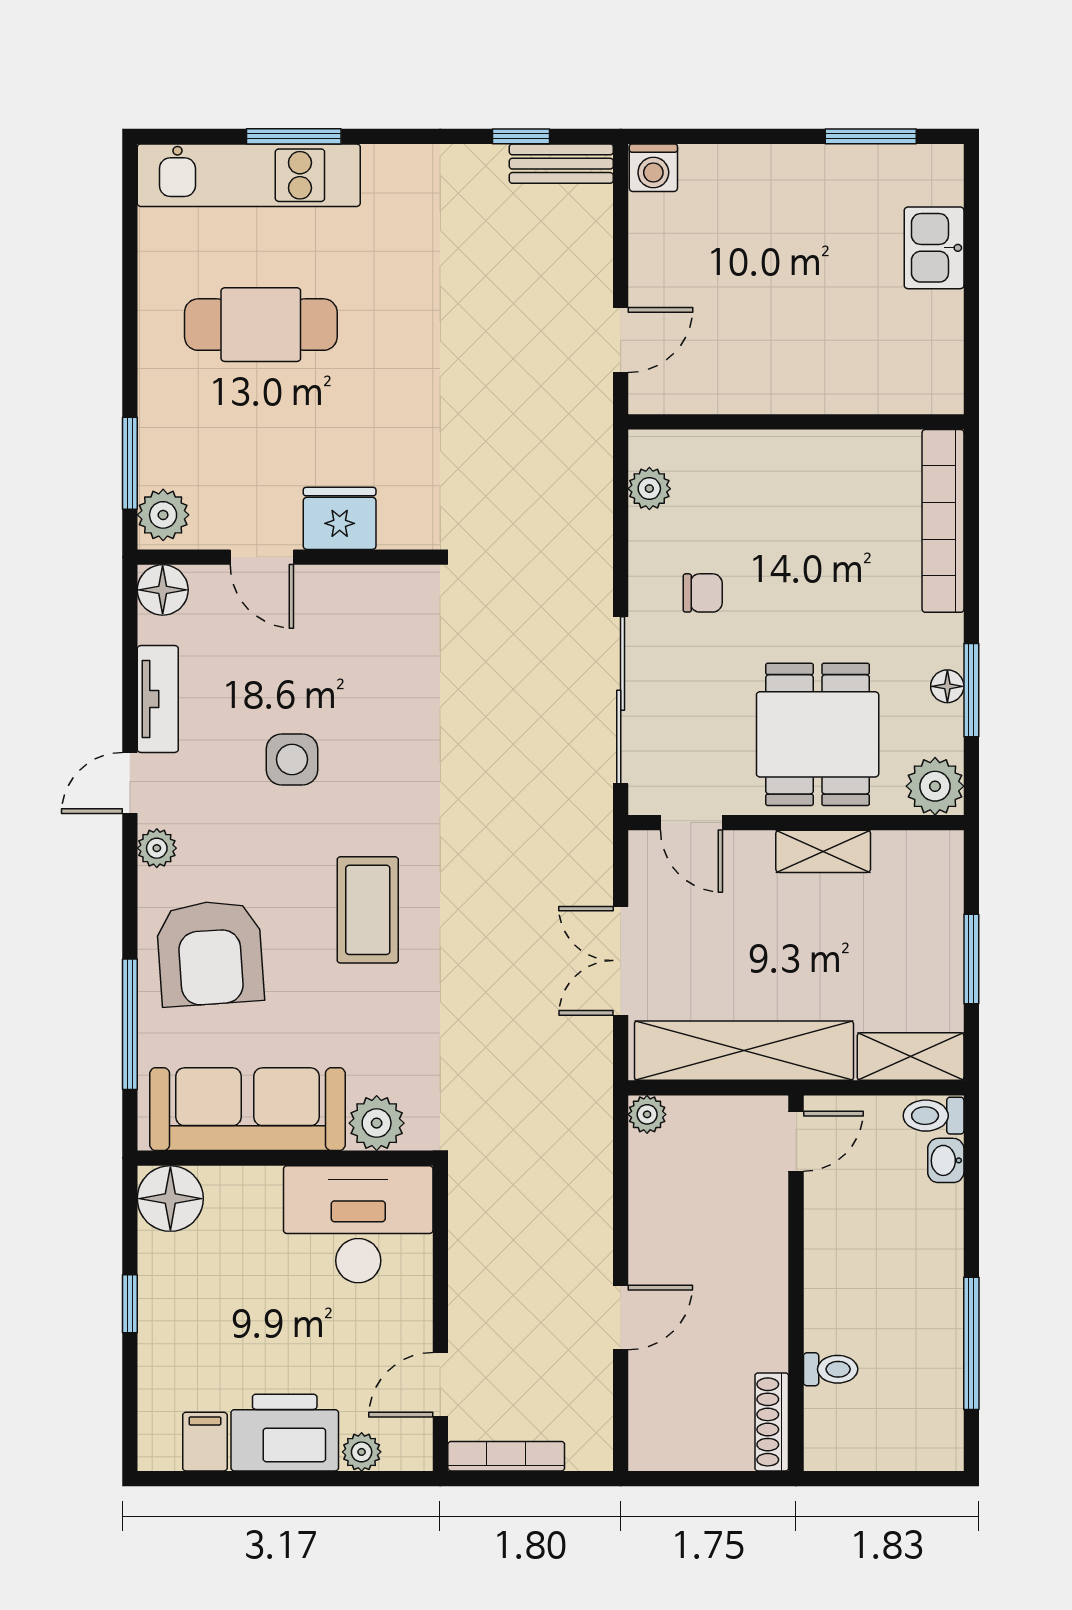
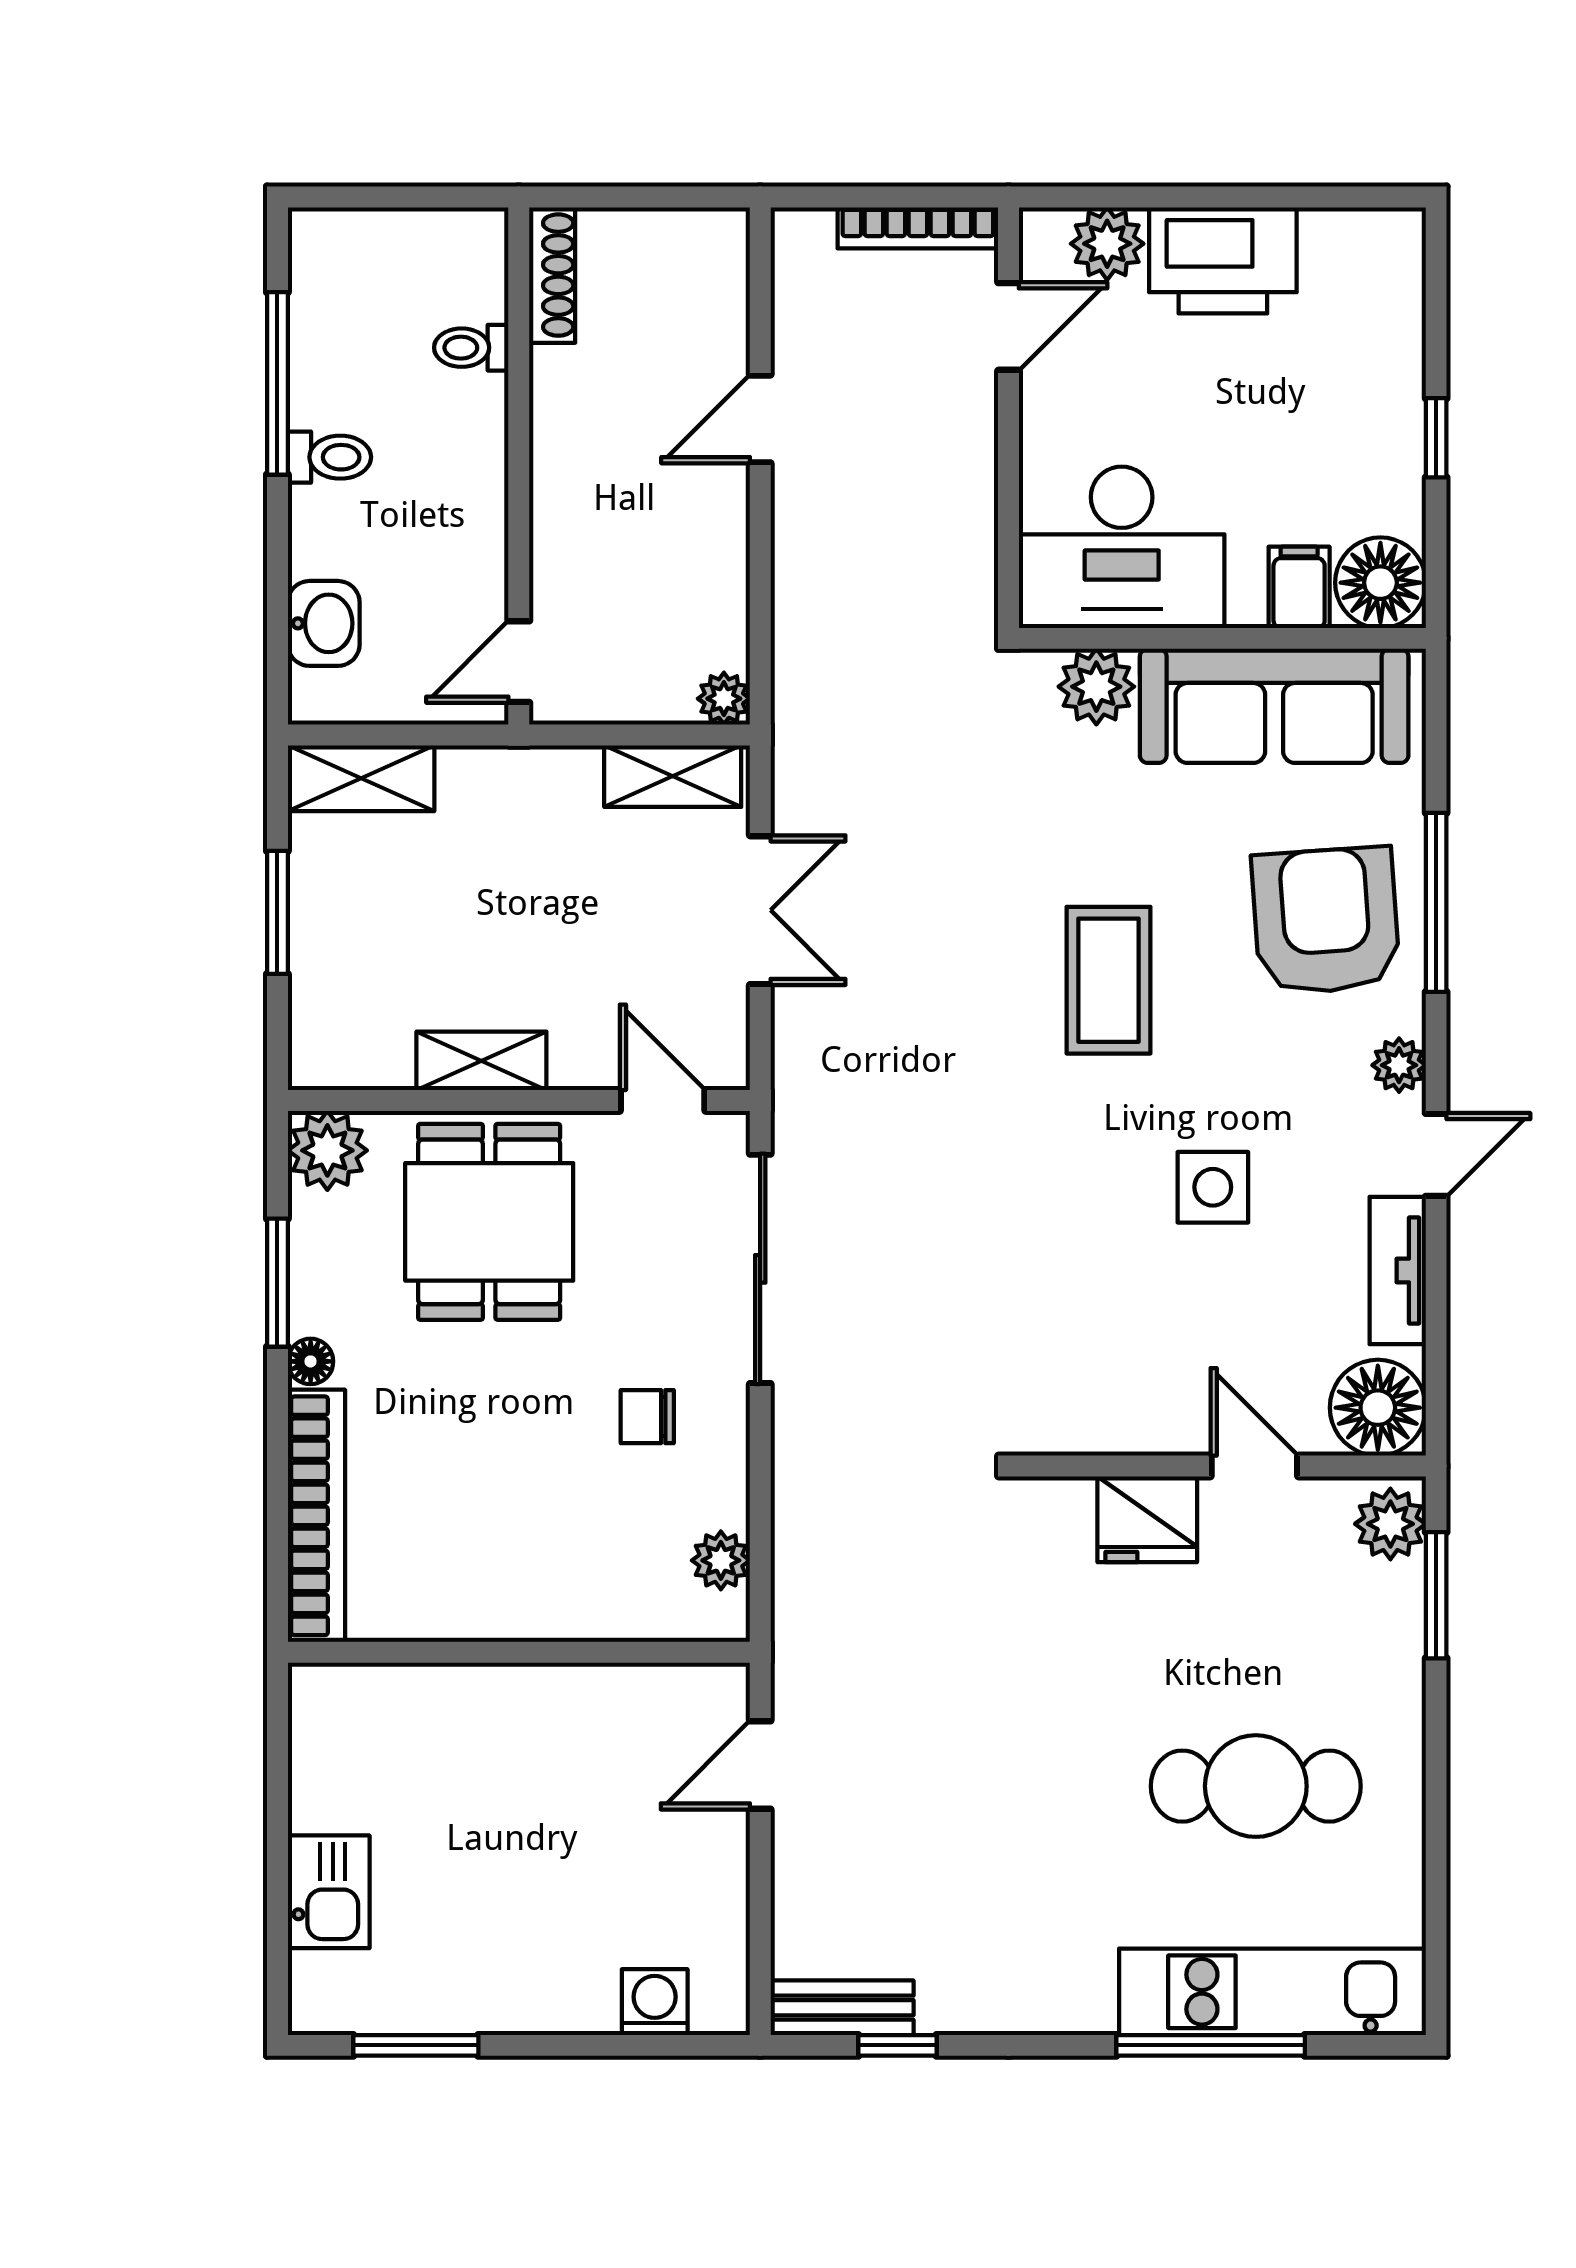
window: (294, 136) -> (1211, 2045), width x1.44
washing machine: (653, 168) -> (655, 2002), moved
floor lamp: (163, 590) -> (1378, 1408), width x1.38, depth x1.38
floor lamp: (947, 686) -> (311, 1361), moved
window: (130, 1024) -> (1436, 902), moved
shelving: (744, 1051) -> (673, 776), width x0.45, depth x0.75
toilet: (934, 1116) -> (329, 457), moved
washbasin: (946, 1160) -> (324, 623), width x1.38, depth x1.45
filing cabinet: (205, 1442) -> (1299, 587), moved, turned 180
plant: (362, 1452) -> (1107, 244), width x1.38, depth x1.38

